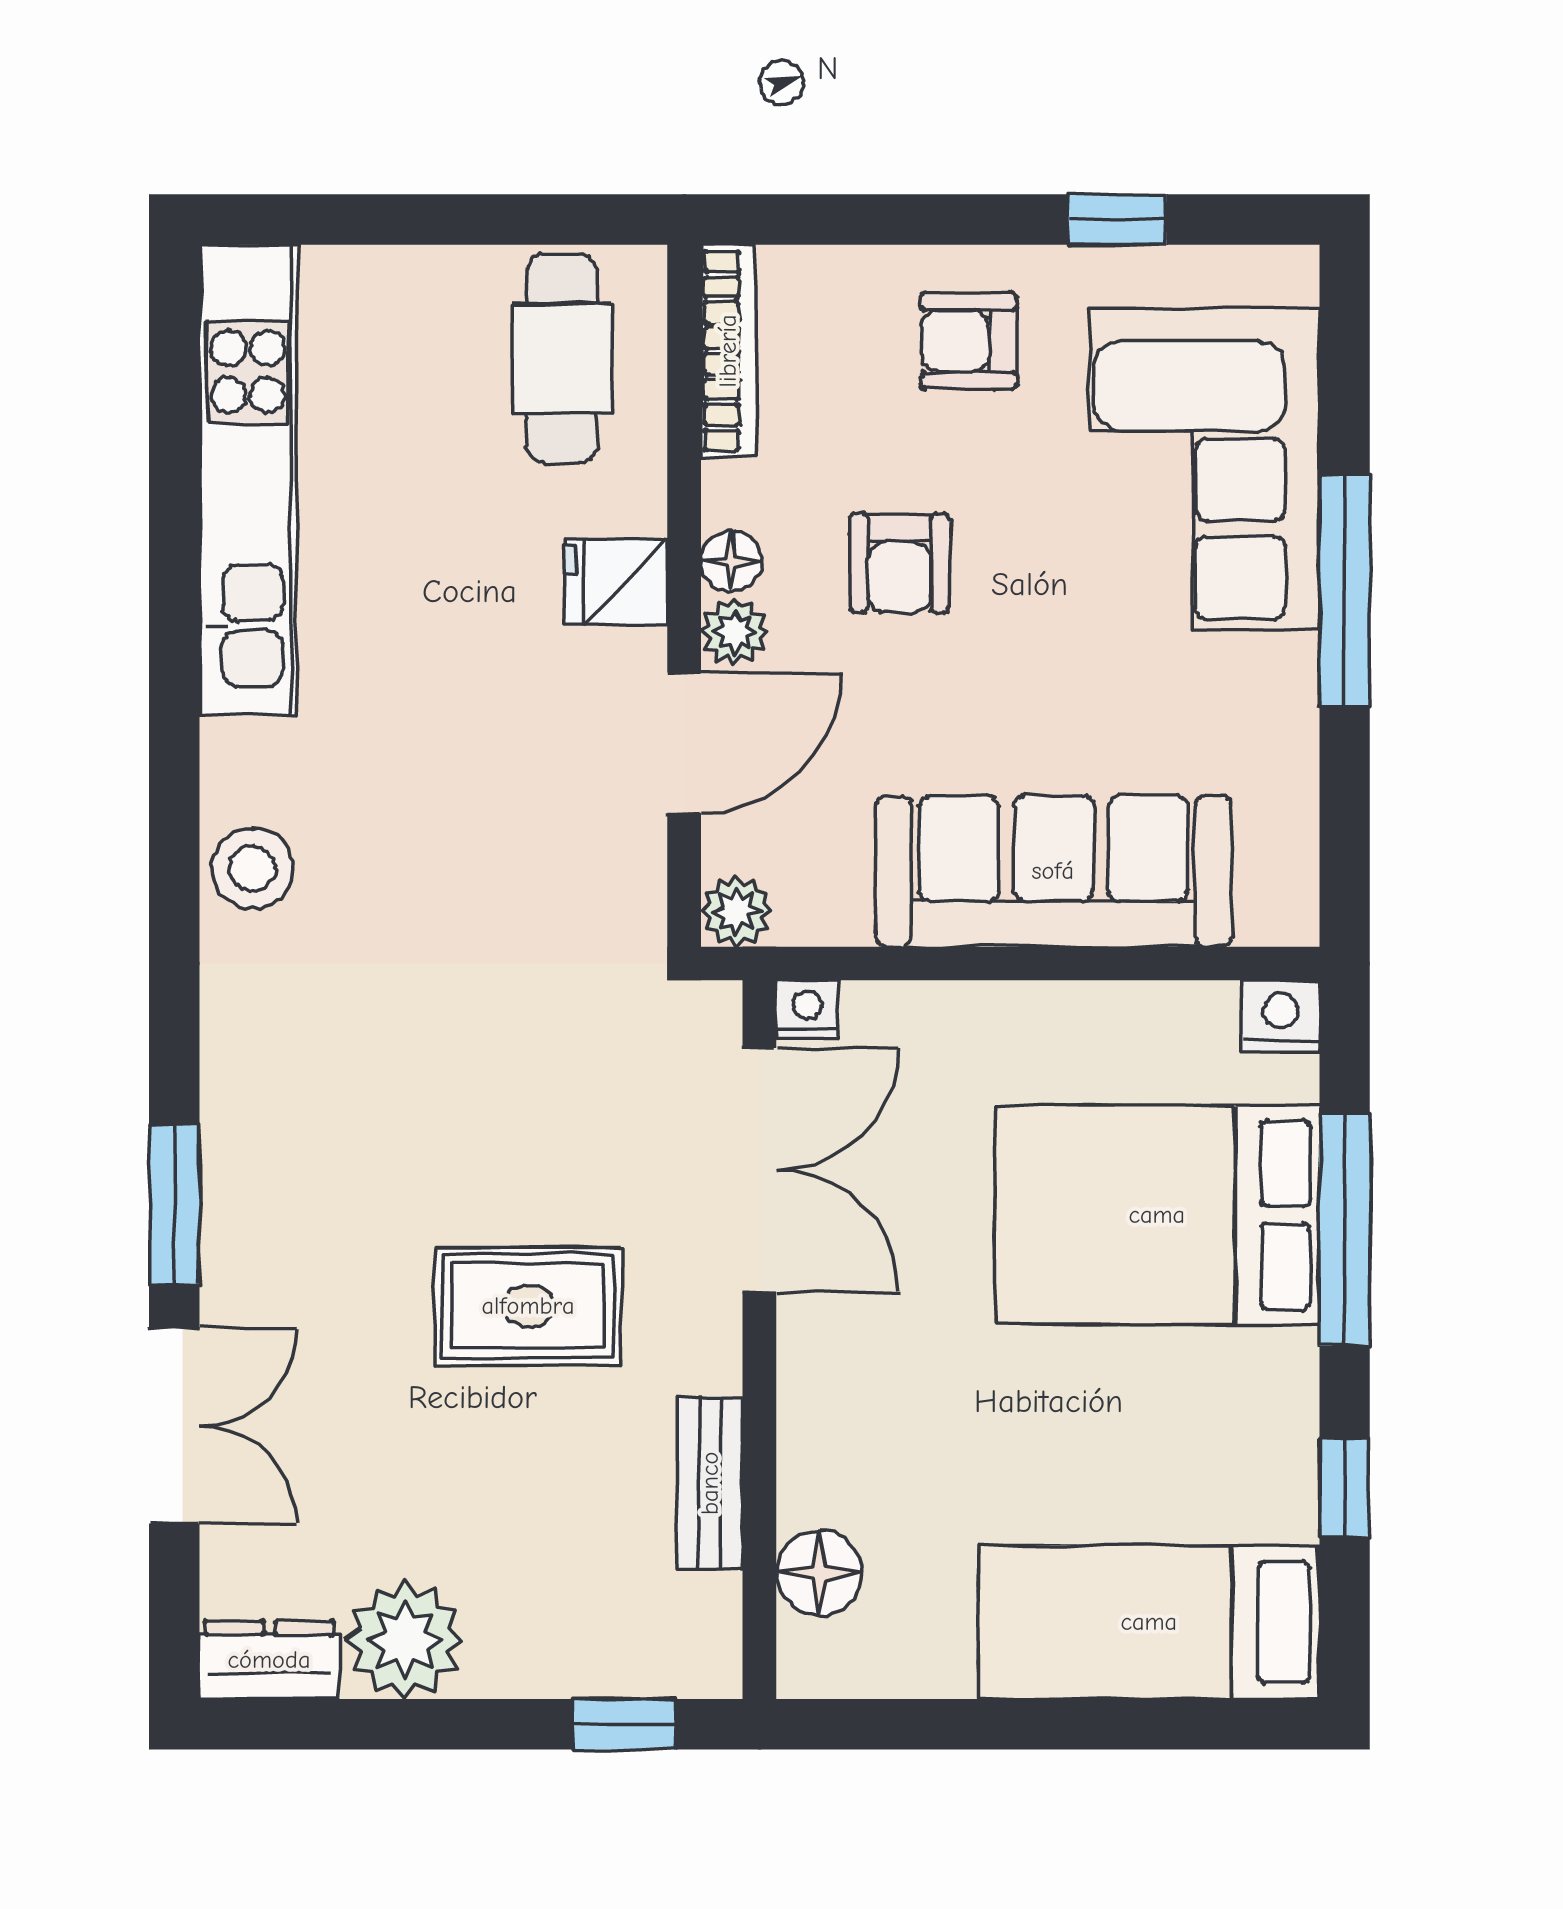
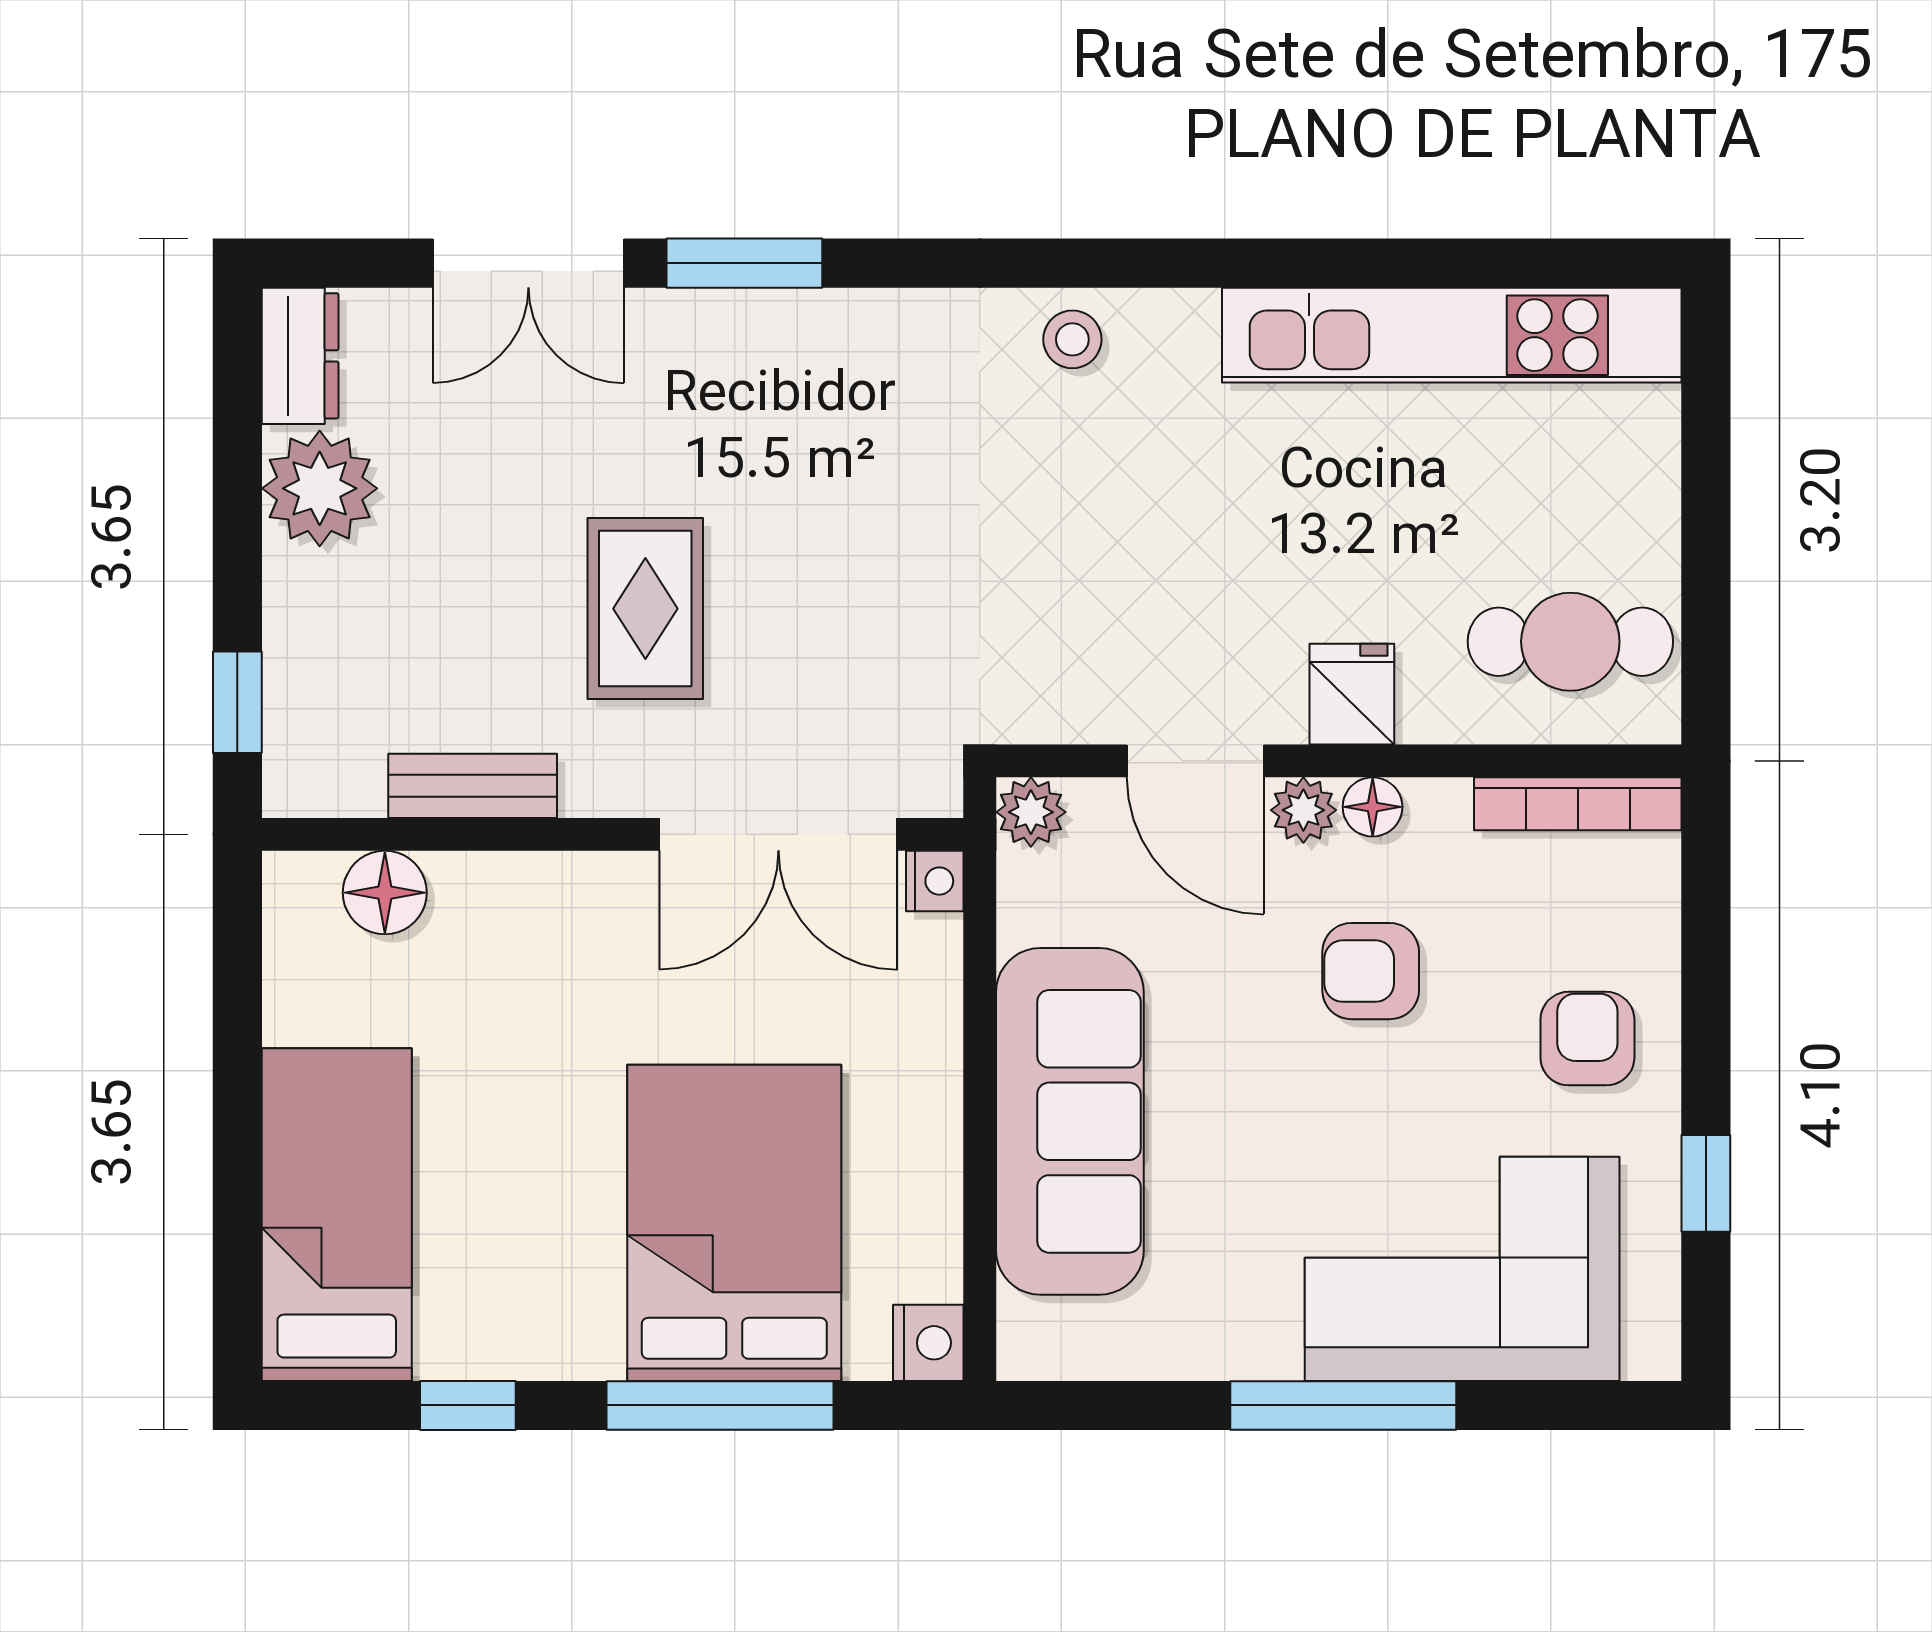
stool: (252, 869) -> (1072, 339), width x0.73, depth x0.73

